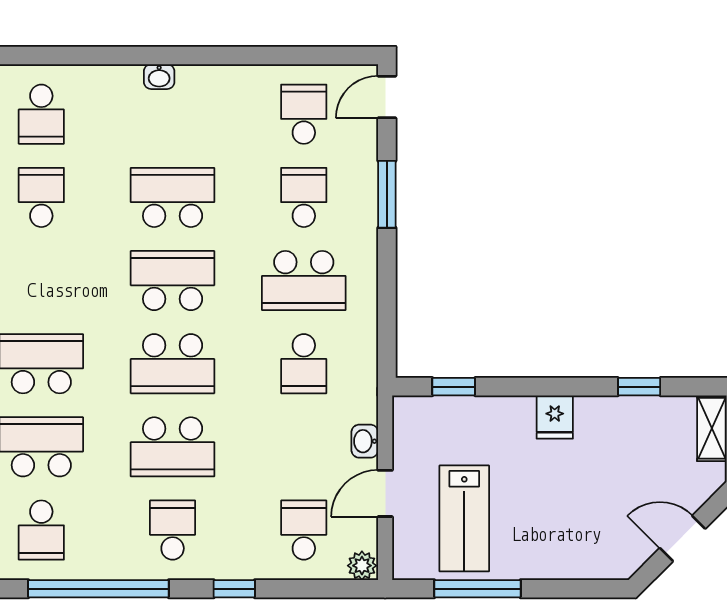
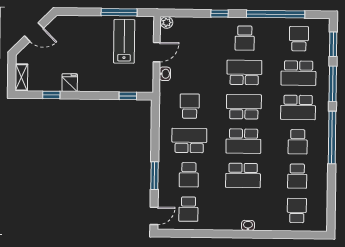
fridge: (555, 417) -> (70, 83), moved
school desk: (304, 530) -> (298, 142), moved

